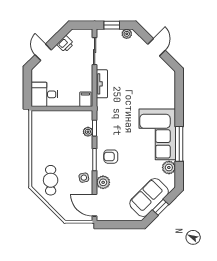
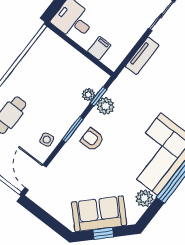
filing cabinet: (85, 99) -> (99, 48), moved
plant: (103, 182) -> (105, 106), moved

